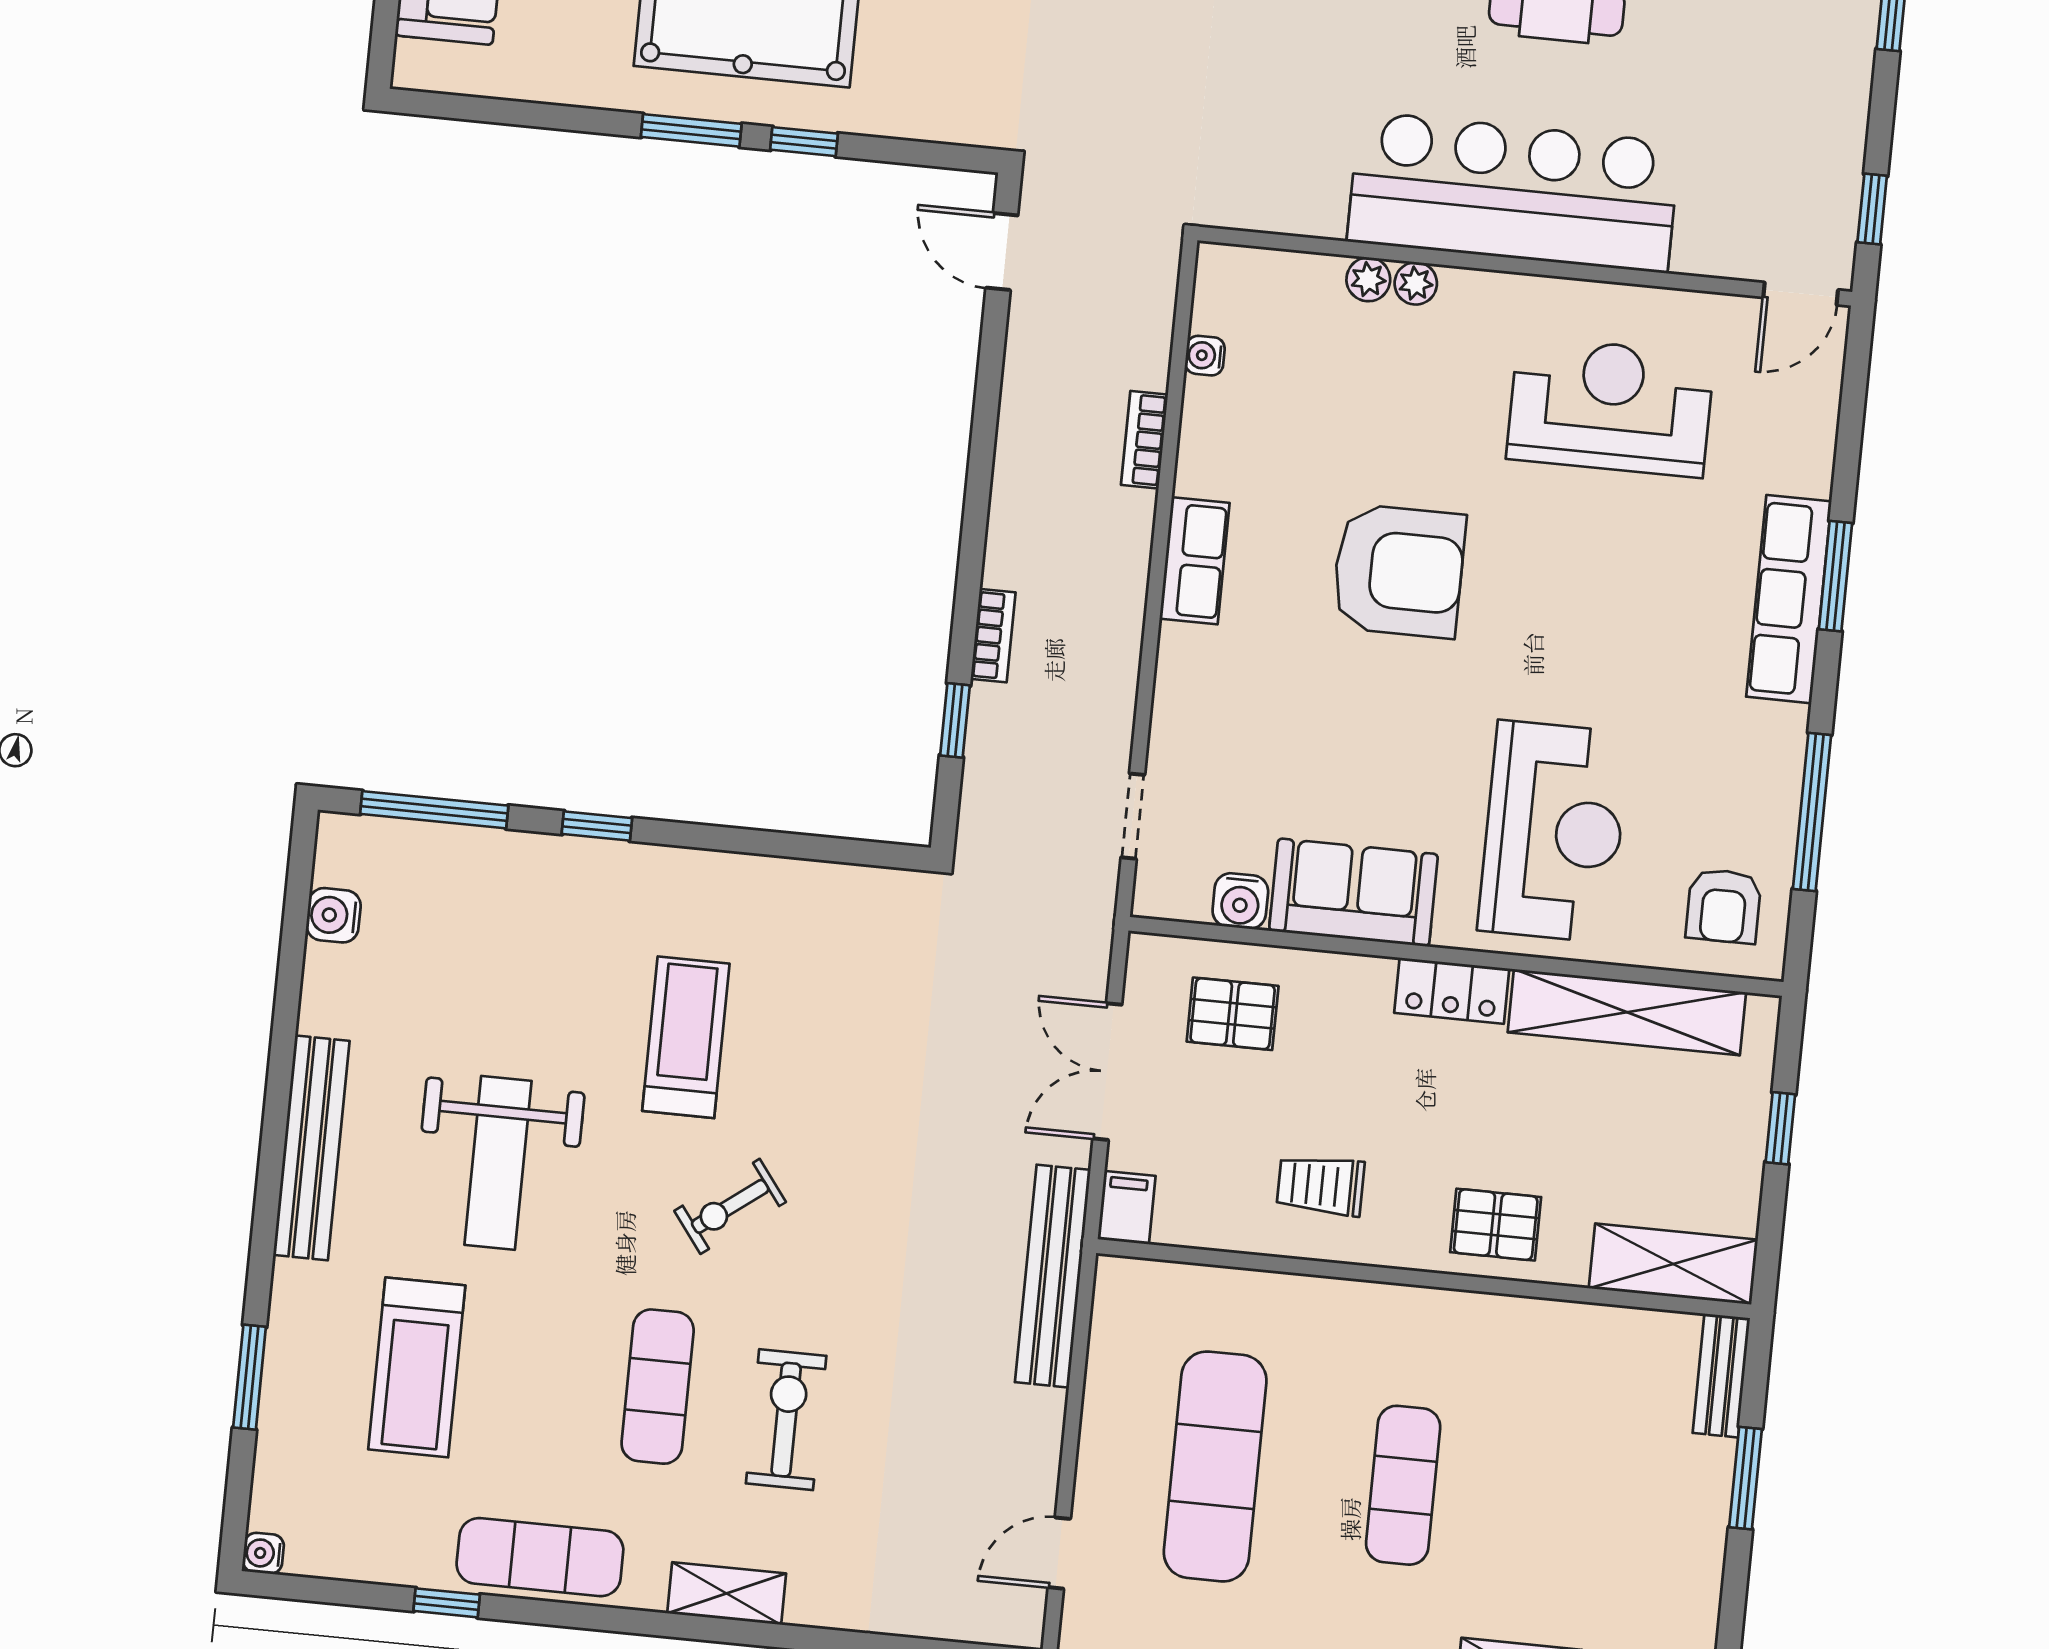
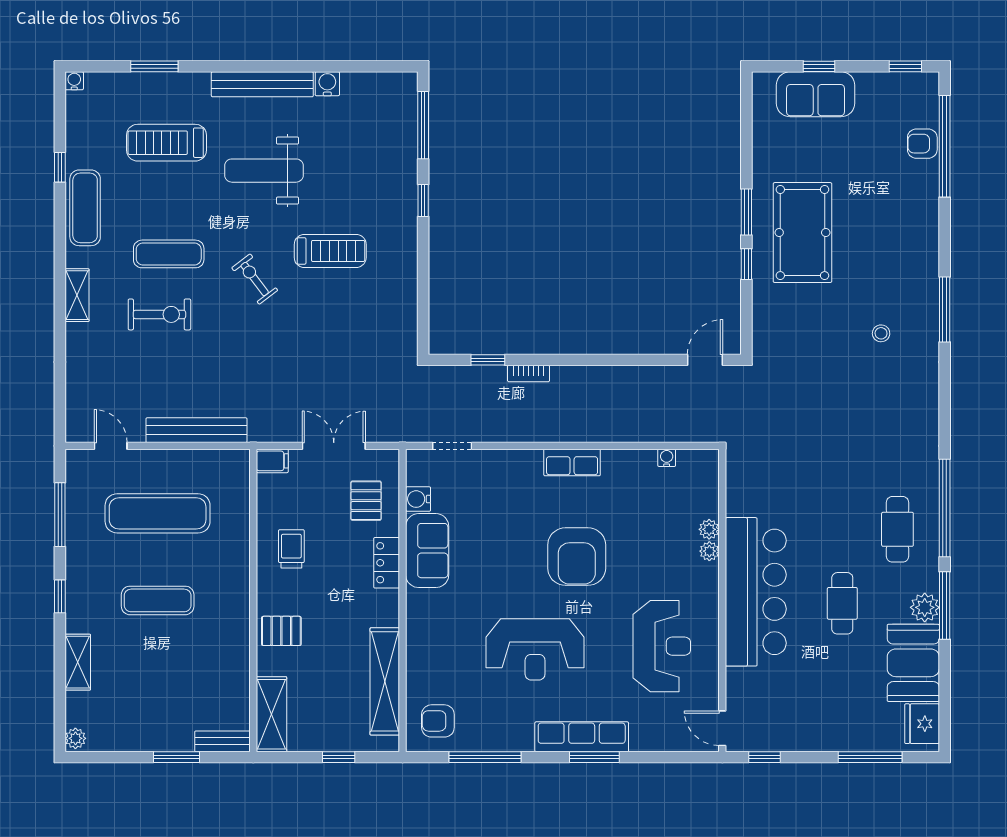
bookcase: (1145, 440) -> (625, 434), removed
reception desk: (1554, 831) -> (535, 649), moved
water cooler: (333, 915) -> (327, 84), moved
locker: (1452, 991) -> (387, 563), moved
pallet: (1496, 1225) -> (281, 631), turned 90
bench: (1053, 1276) -> (196, 430), moved

